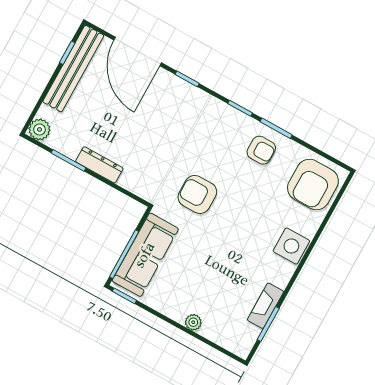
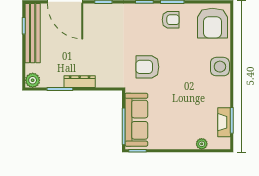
fireplace: (265, 306) -> (224, 122), moved
plant: (193, 322) -> (202, 144), moved

